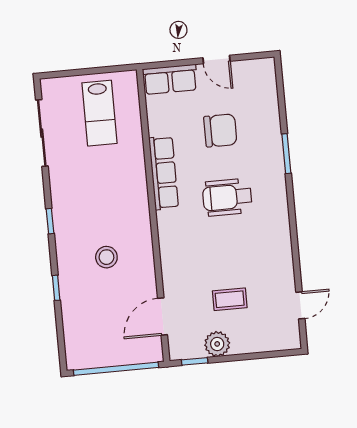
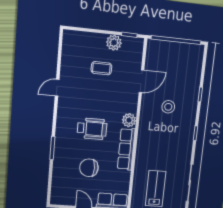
plant: (168, 223) -> (129, 120), added
door: (300, 305) -> (57, 88), moved
door: (162, 316) -> (141, 81), moved

